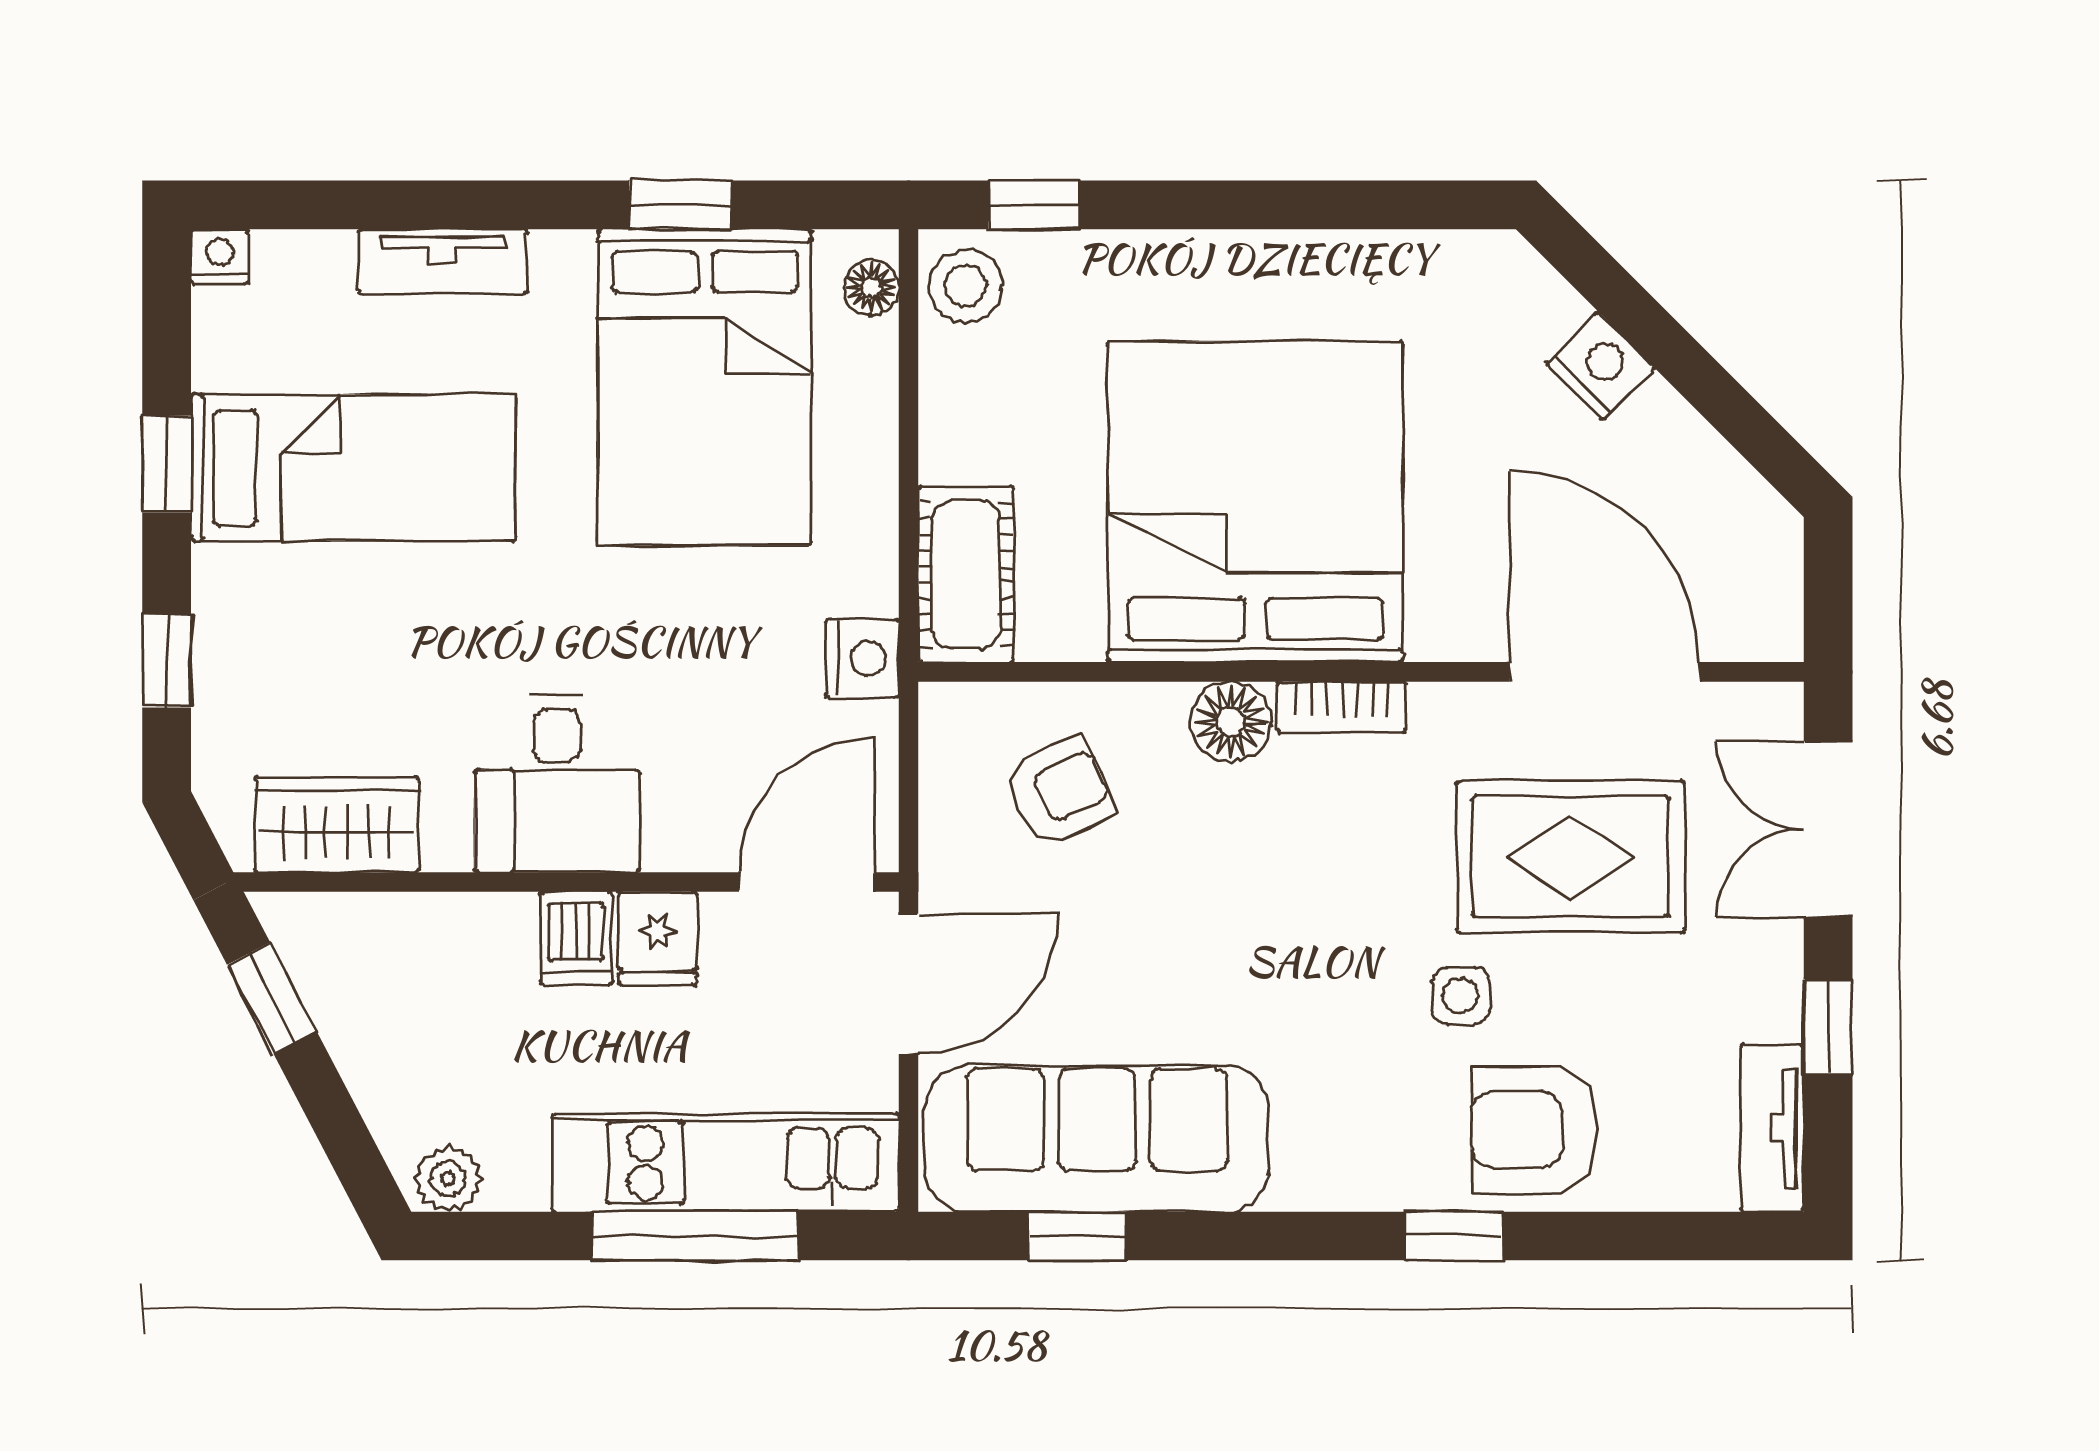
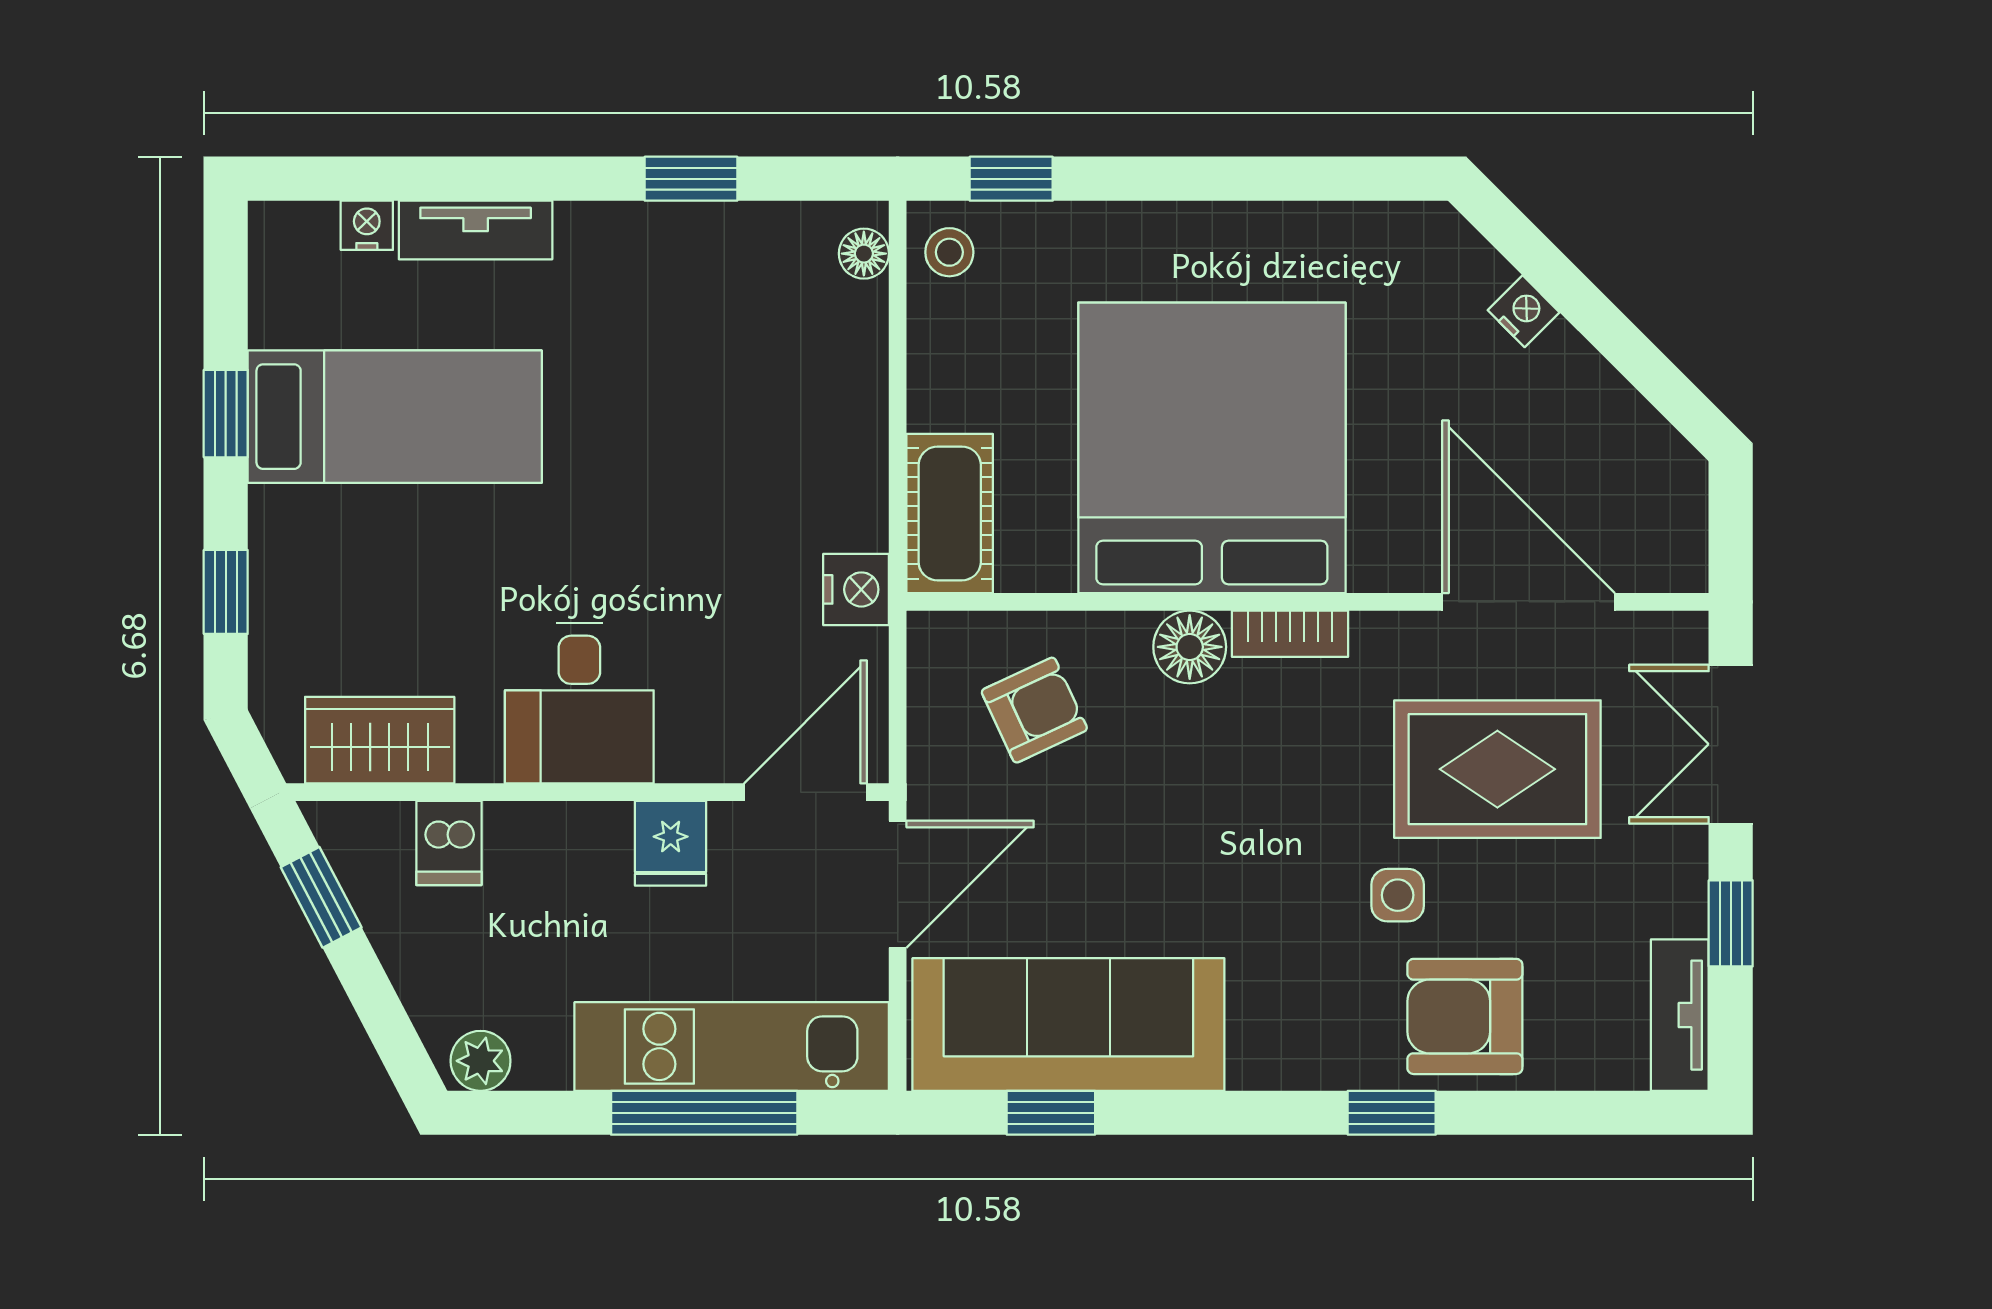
nightstand: (220, 256) -> (367, 225), moved
stool: (966, 286) -> (949, 252), width x0.73, depth x0.73
nightstand: (1601, 366) -> (1524, 311), width x0.72, depth x0.74
bed: (704, 387) -> (713, 344), removed
dishwasher: (576, 938) -> (449, 843), moved

